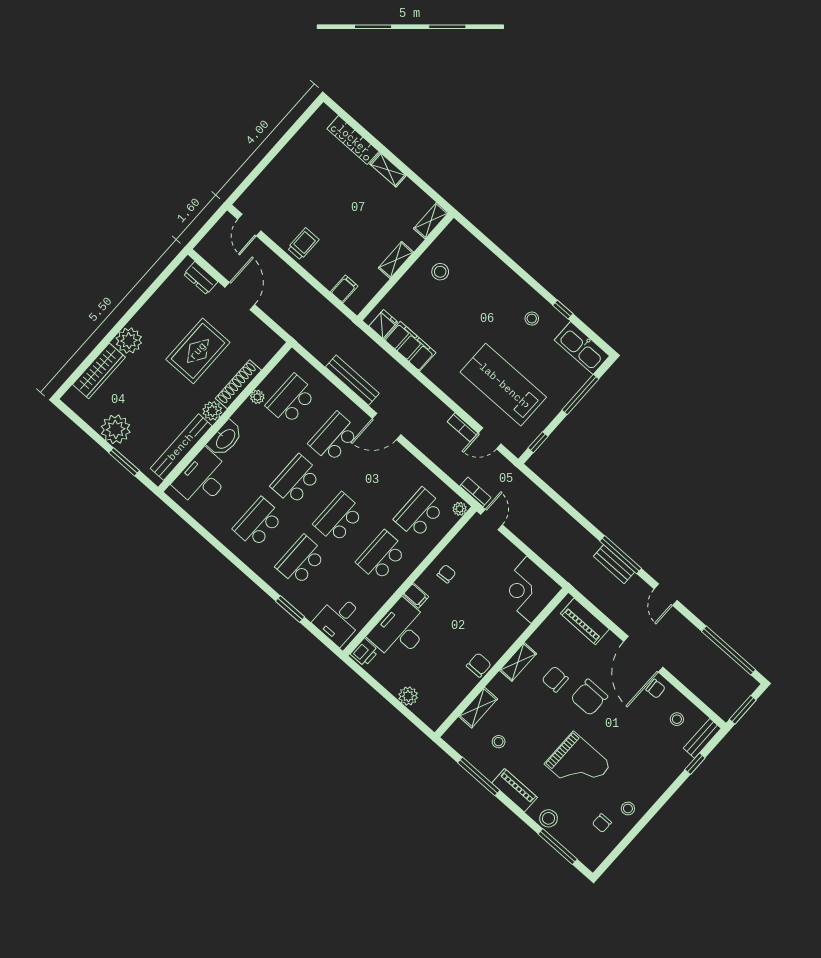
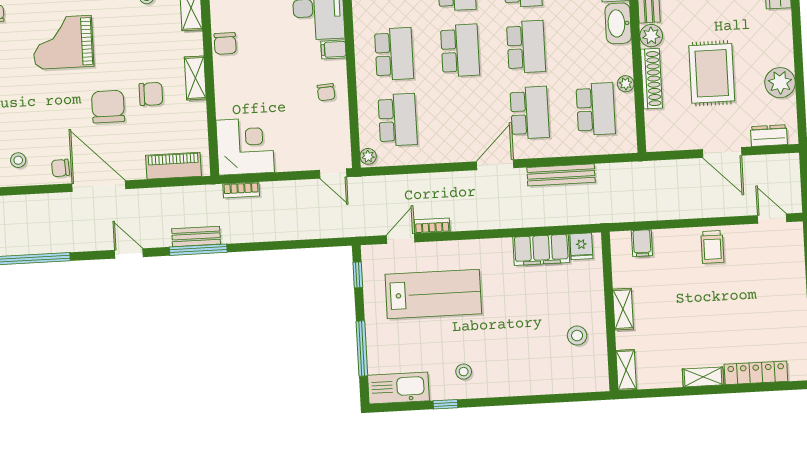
plant: (129, 341) -> (780, 83), moved
bookcase: (475, 492) -> (241, 190), moved

